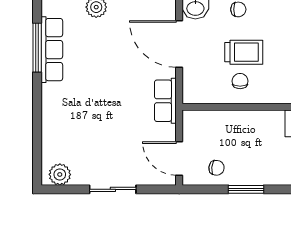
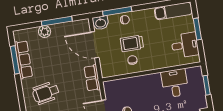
trolley: (244, 52) -> (132, 43), turned 180
wheelchair: (81, 113) -> (46, 93), added

